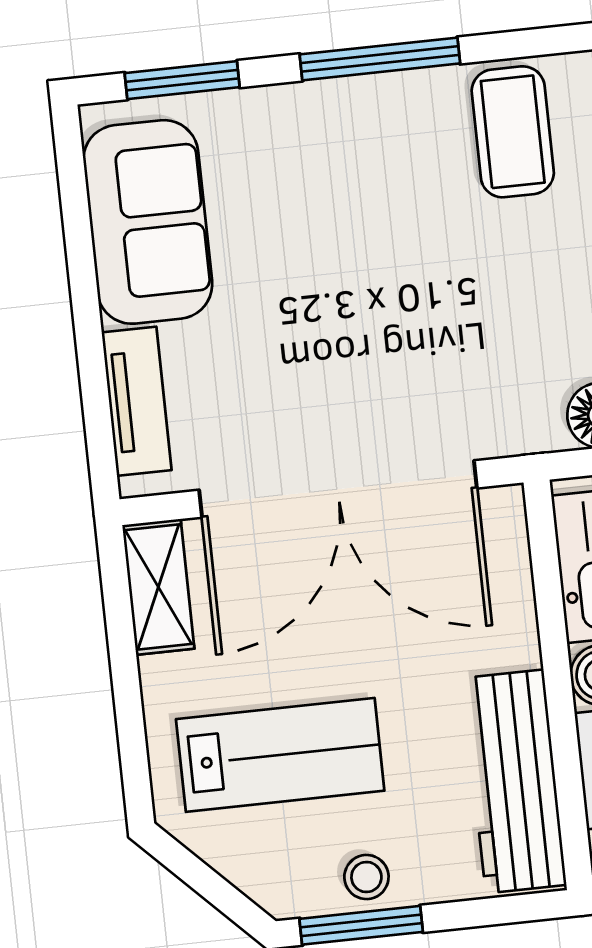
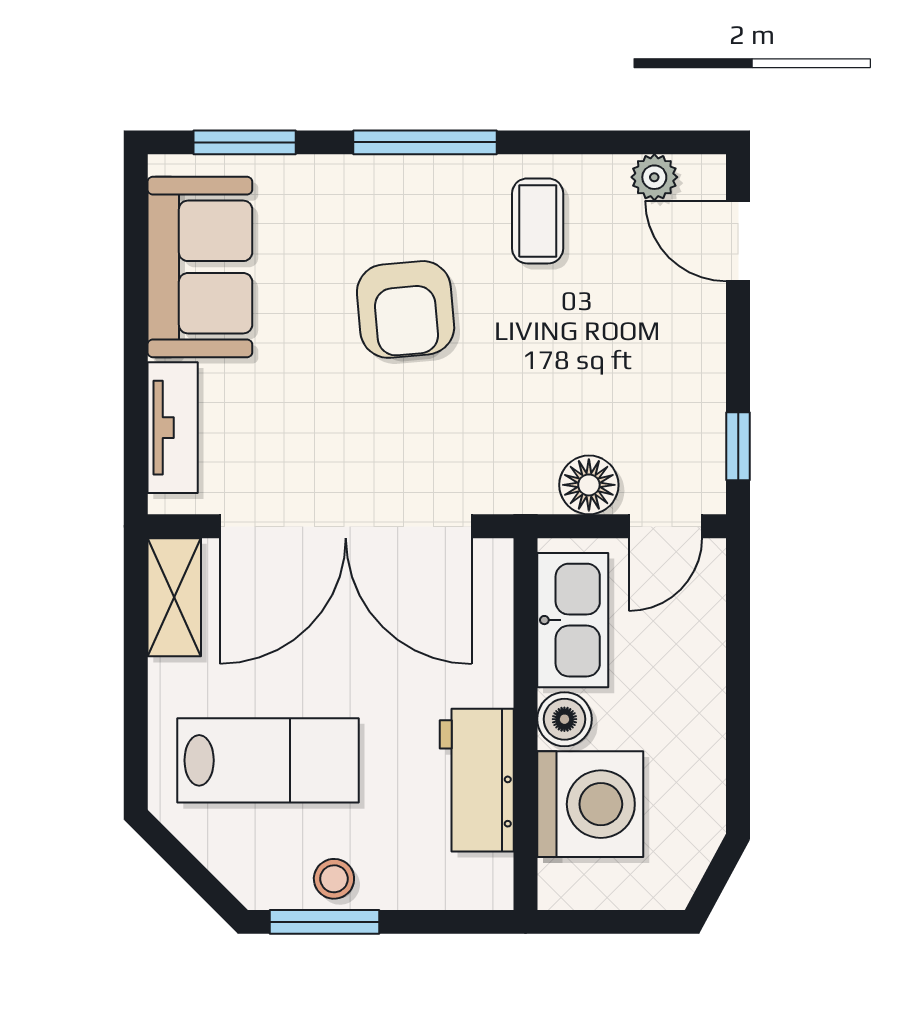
coffee table: (513, 132) -> (538, 221), width x0.73, depth x0.77
armchair: (378, 244) -> (406, 309), added
workbench: (515, 781) -> (477, 780), width x0.73

